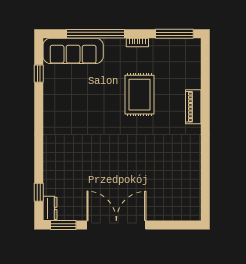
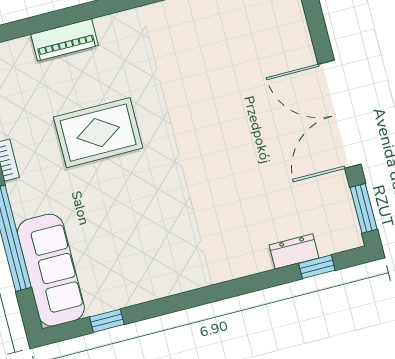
piano: (193, 107) -> (65, 40), moved
dresser: (50, 208) -> (294, 251), moved

